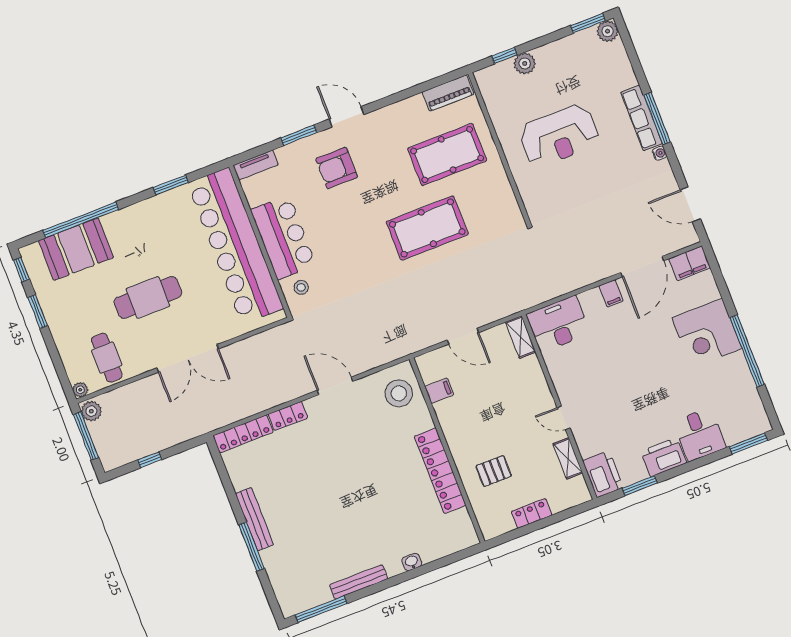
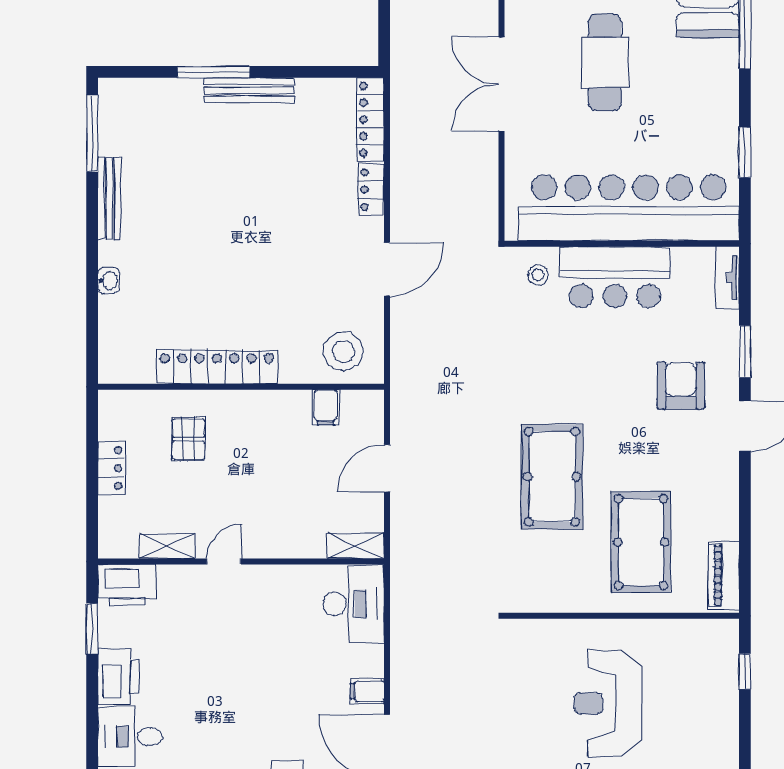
plant: (525, 63) -> (724, 695), removed

